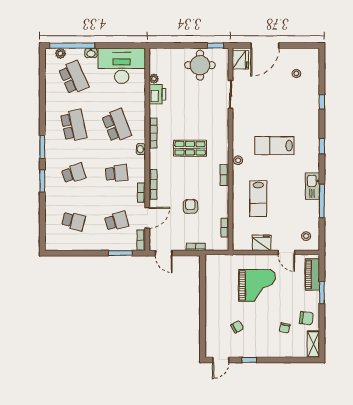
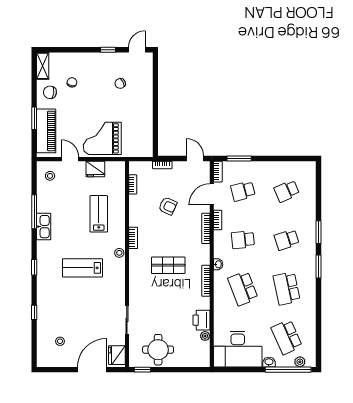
lab bench: (274, 146) -> (82, 268), turned 180
armchair: (190, 206) -> (168, 206), turned -65
school desk: (74, 221) -> (287, 191), turned -39
piano: (312, 274) -> (46, 131), width x1.37, depth x1.33
grand piano: (257, 285) -> (102, 138), moved

